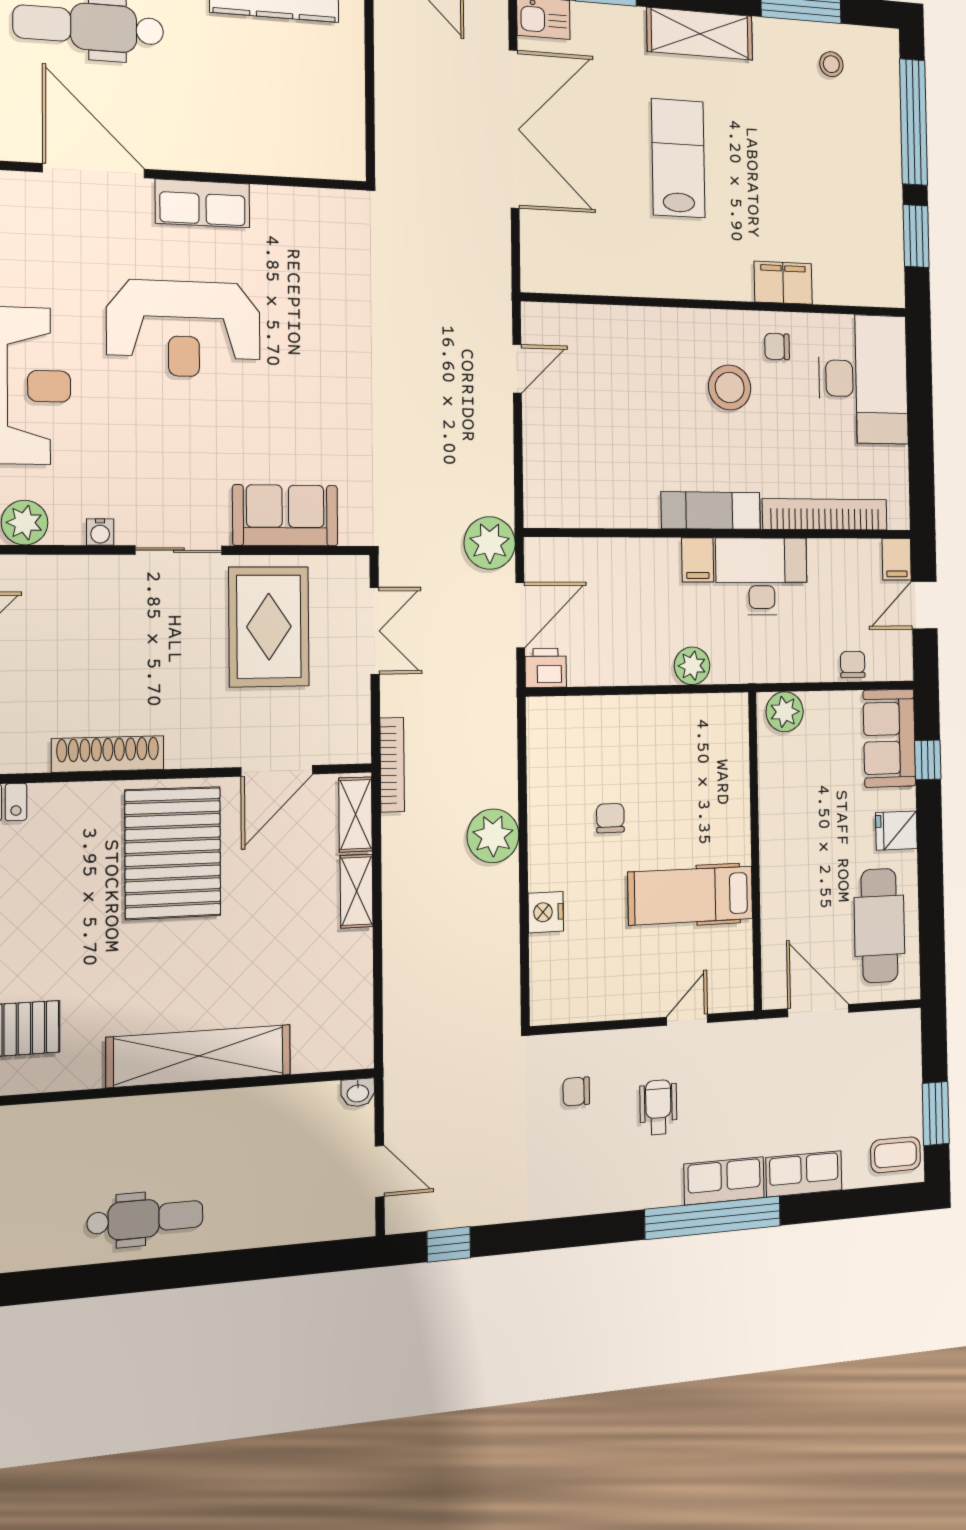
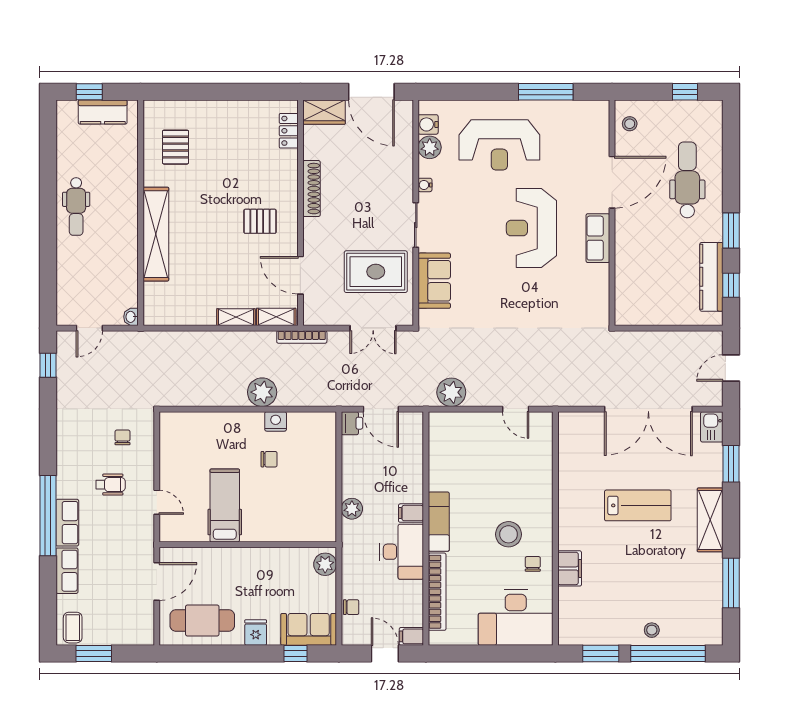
stool: (831, 64) -> (652, 630), moved
plant: (490, 543) -> (451, 392), moved
pallet: (173, 853) -> (260, 221), width x0.49, depth x0.50
nightstand: (546, 912) -> (276, 421), moved

